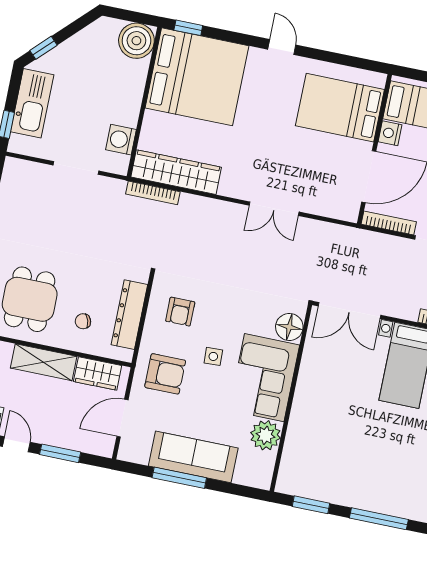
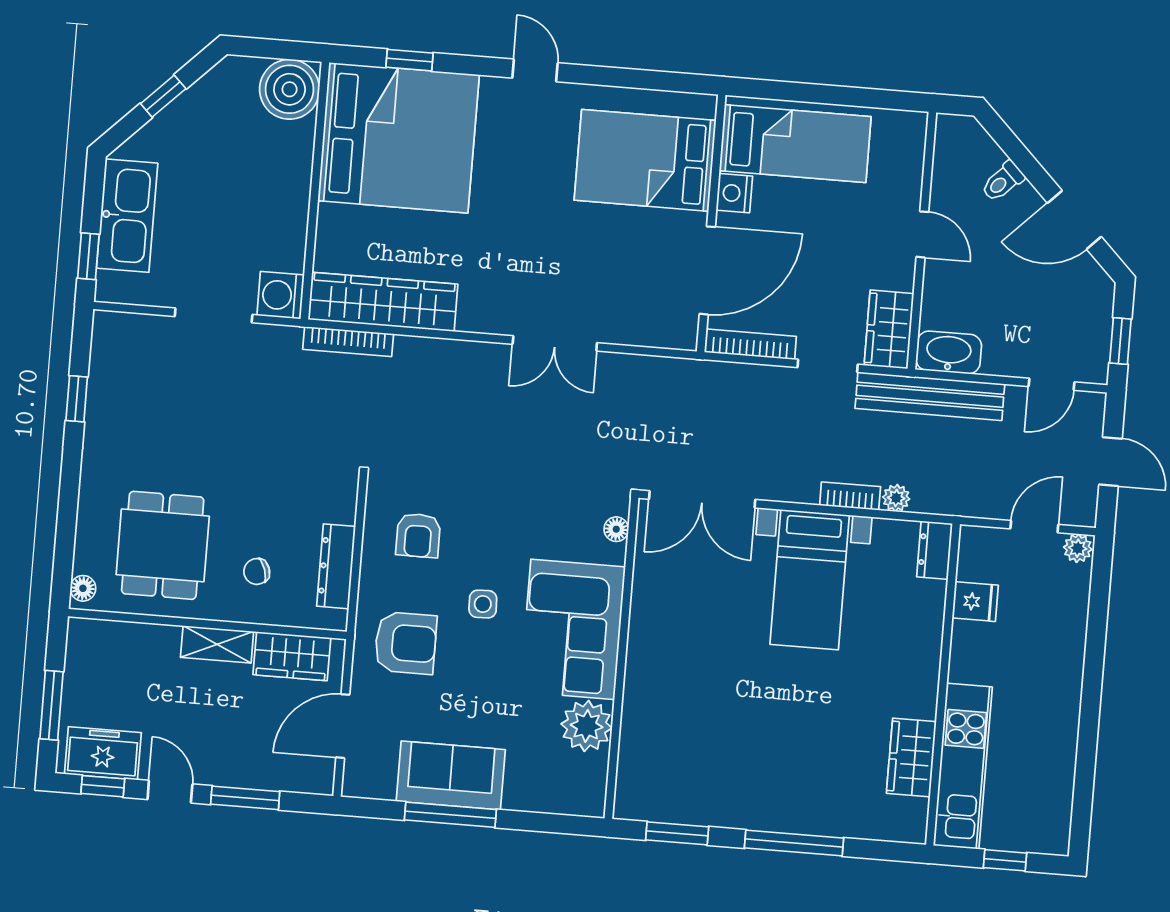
window: (188, 28) -> (410, 60), moved
window: (44, 48) -> (163, 96), moved
washing machine: (121, 140) -> (281, 295), moved
dresser: (129, 315) -> (336, 566), width x0.73, depth x0.80
floor lamp: (289, 327) -> (616, 529), width x0.53, depth x0.53
shelving: (44, 362) -> (217, 644), width x0.67, depth x0.75
sofa: (193, 457) -> (451, 775), width x0.73

